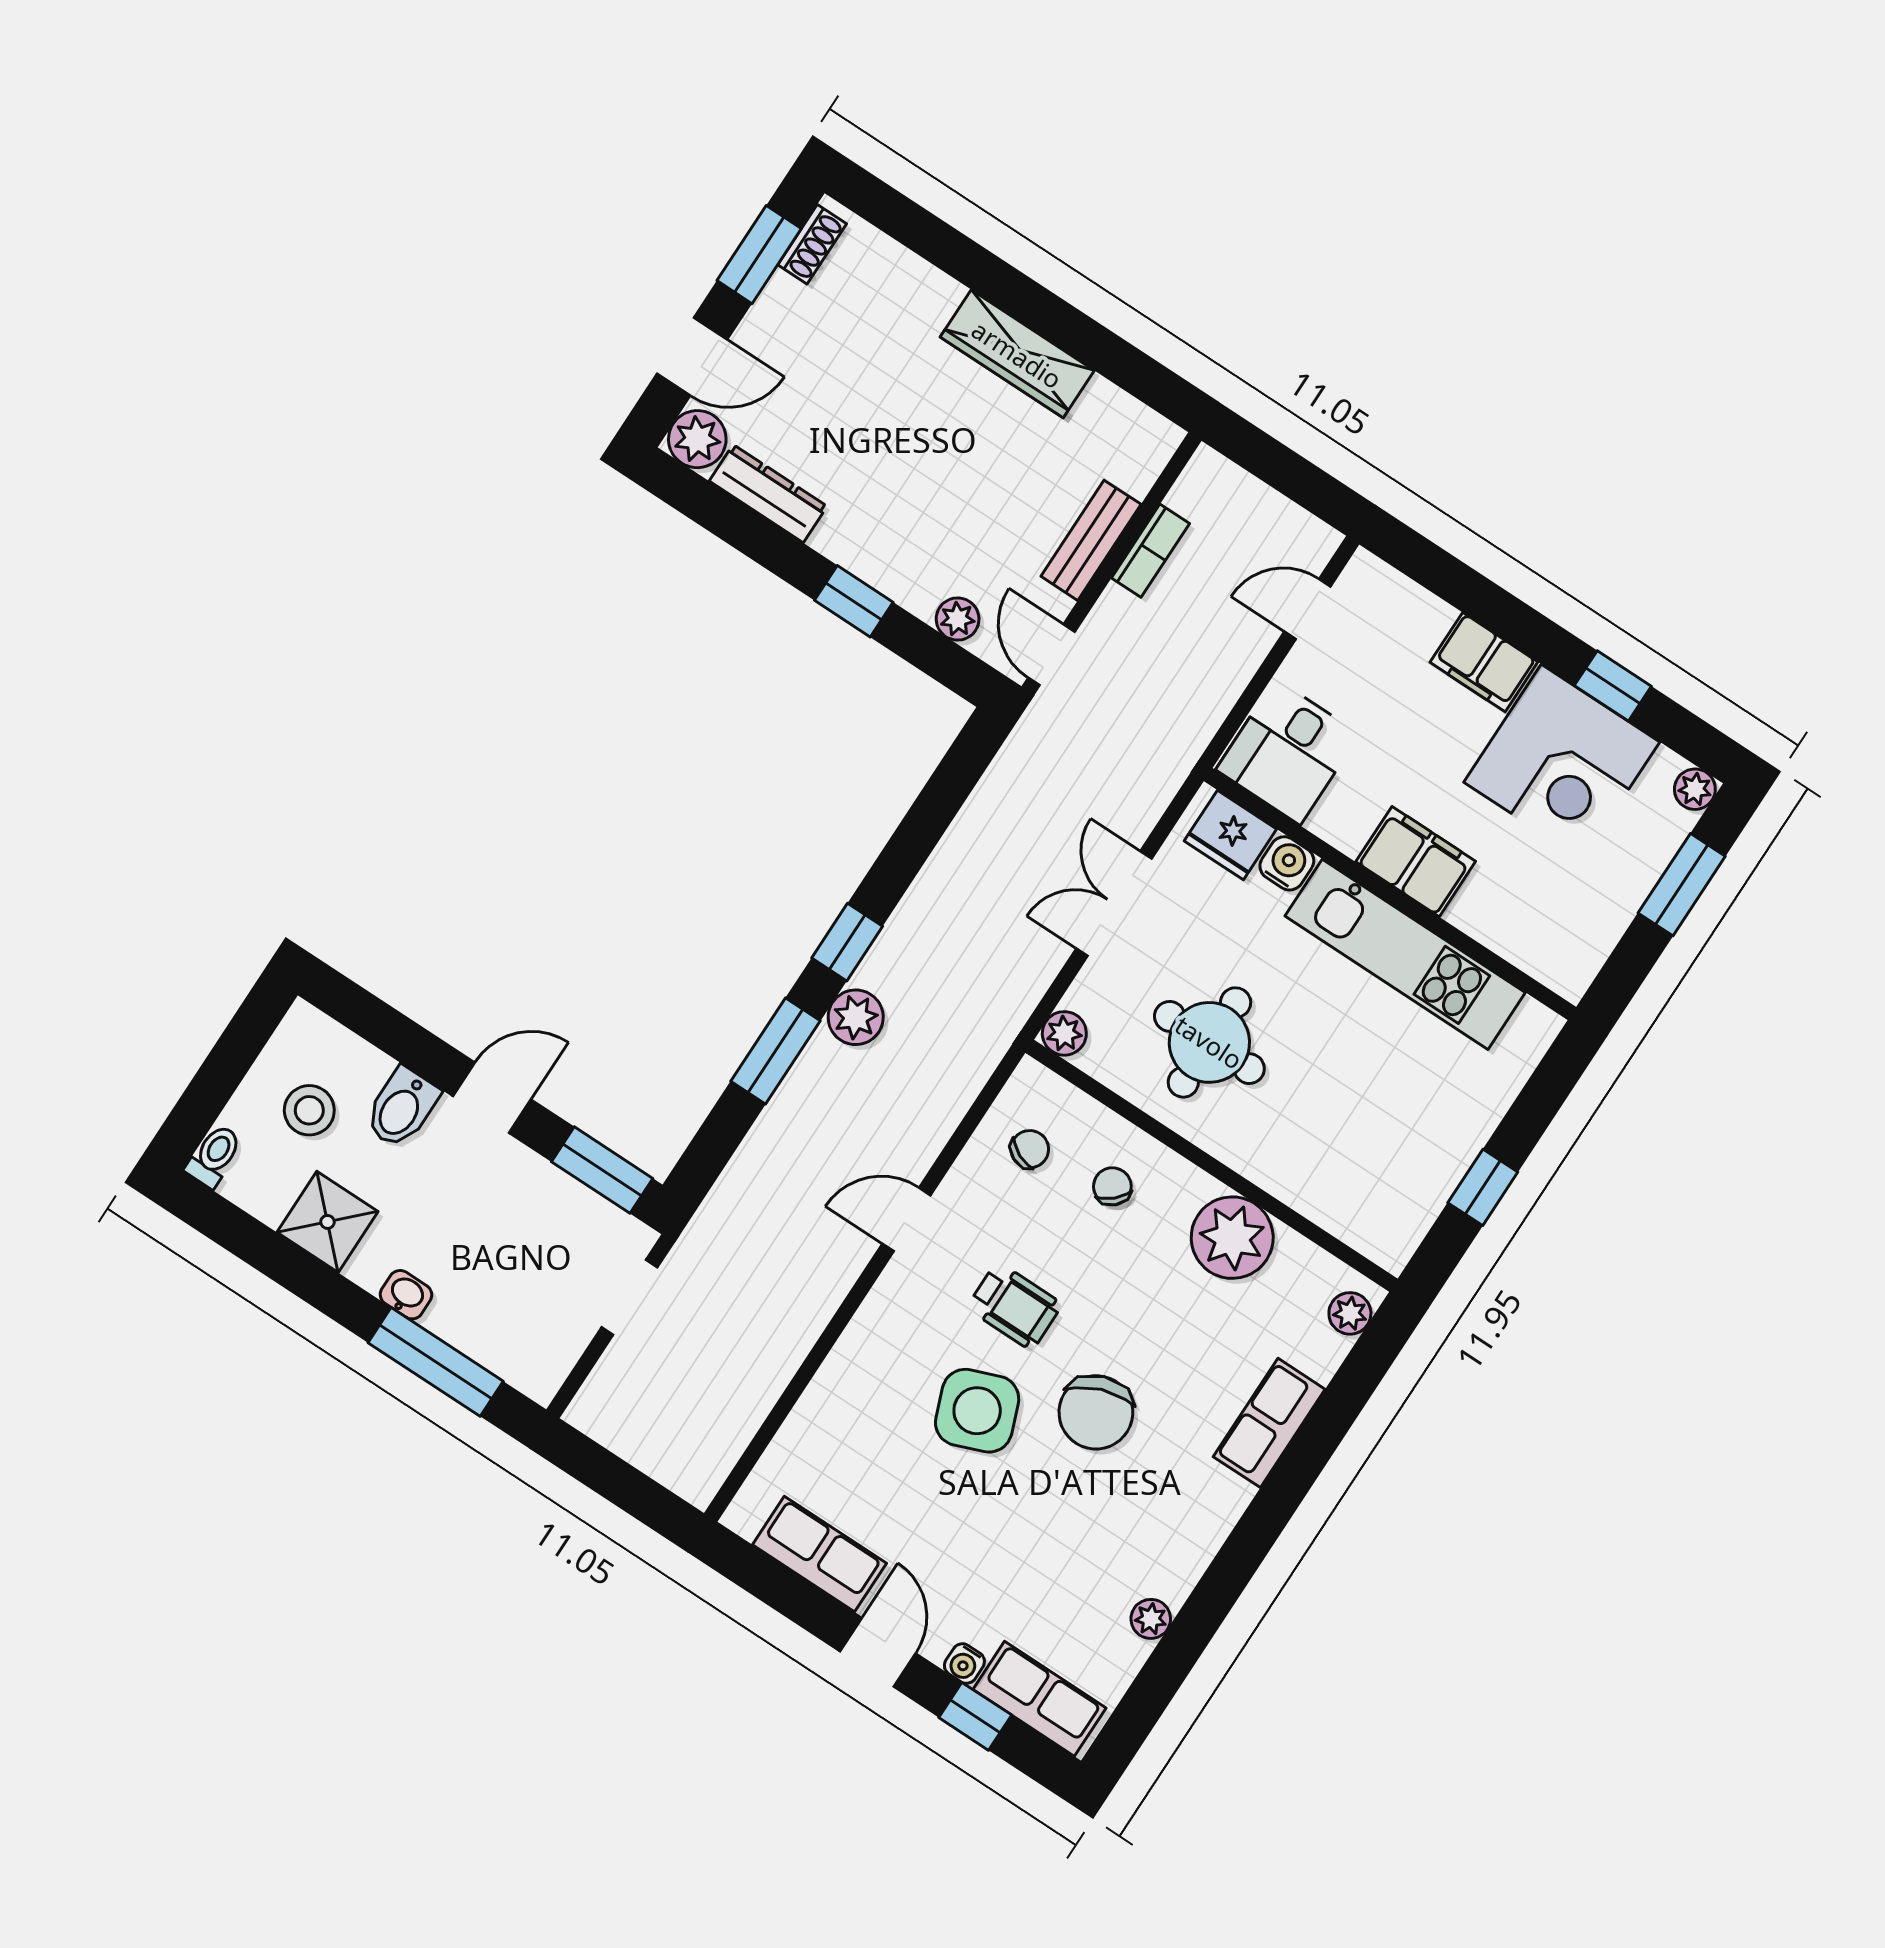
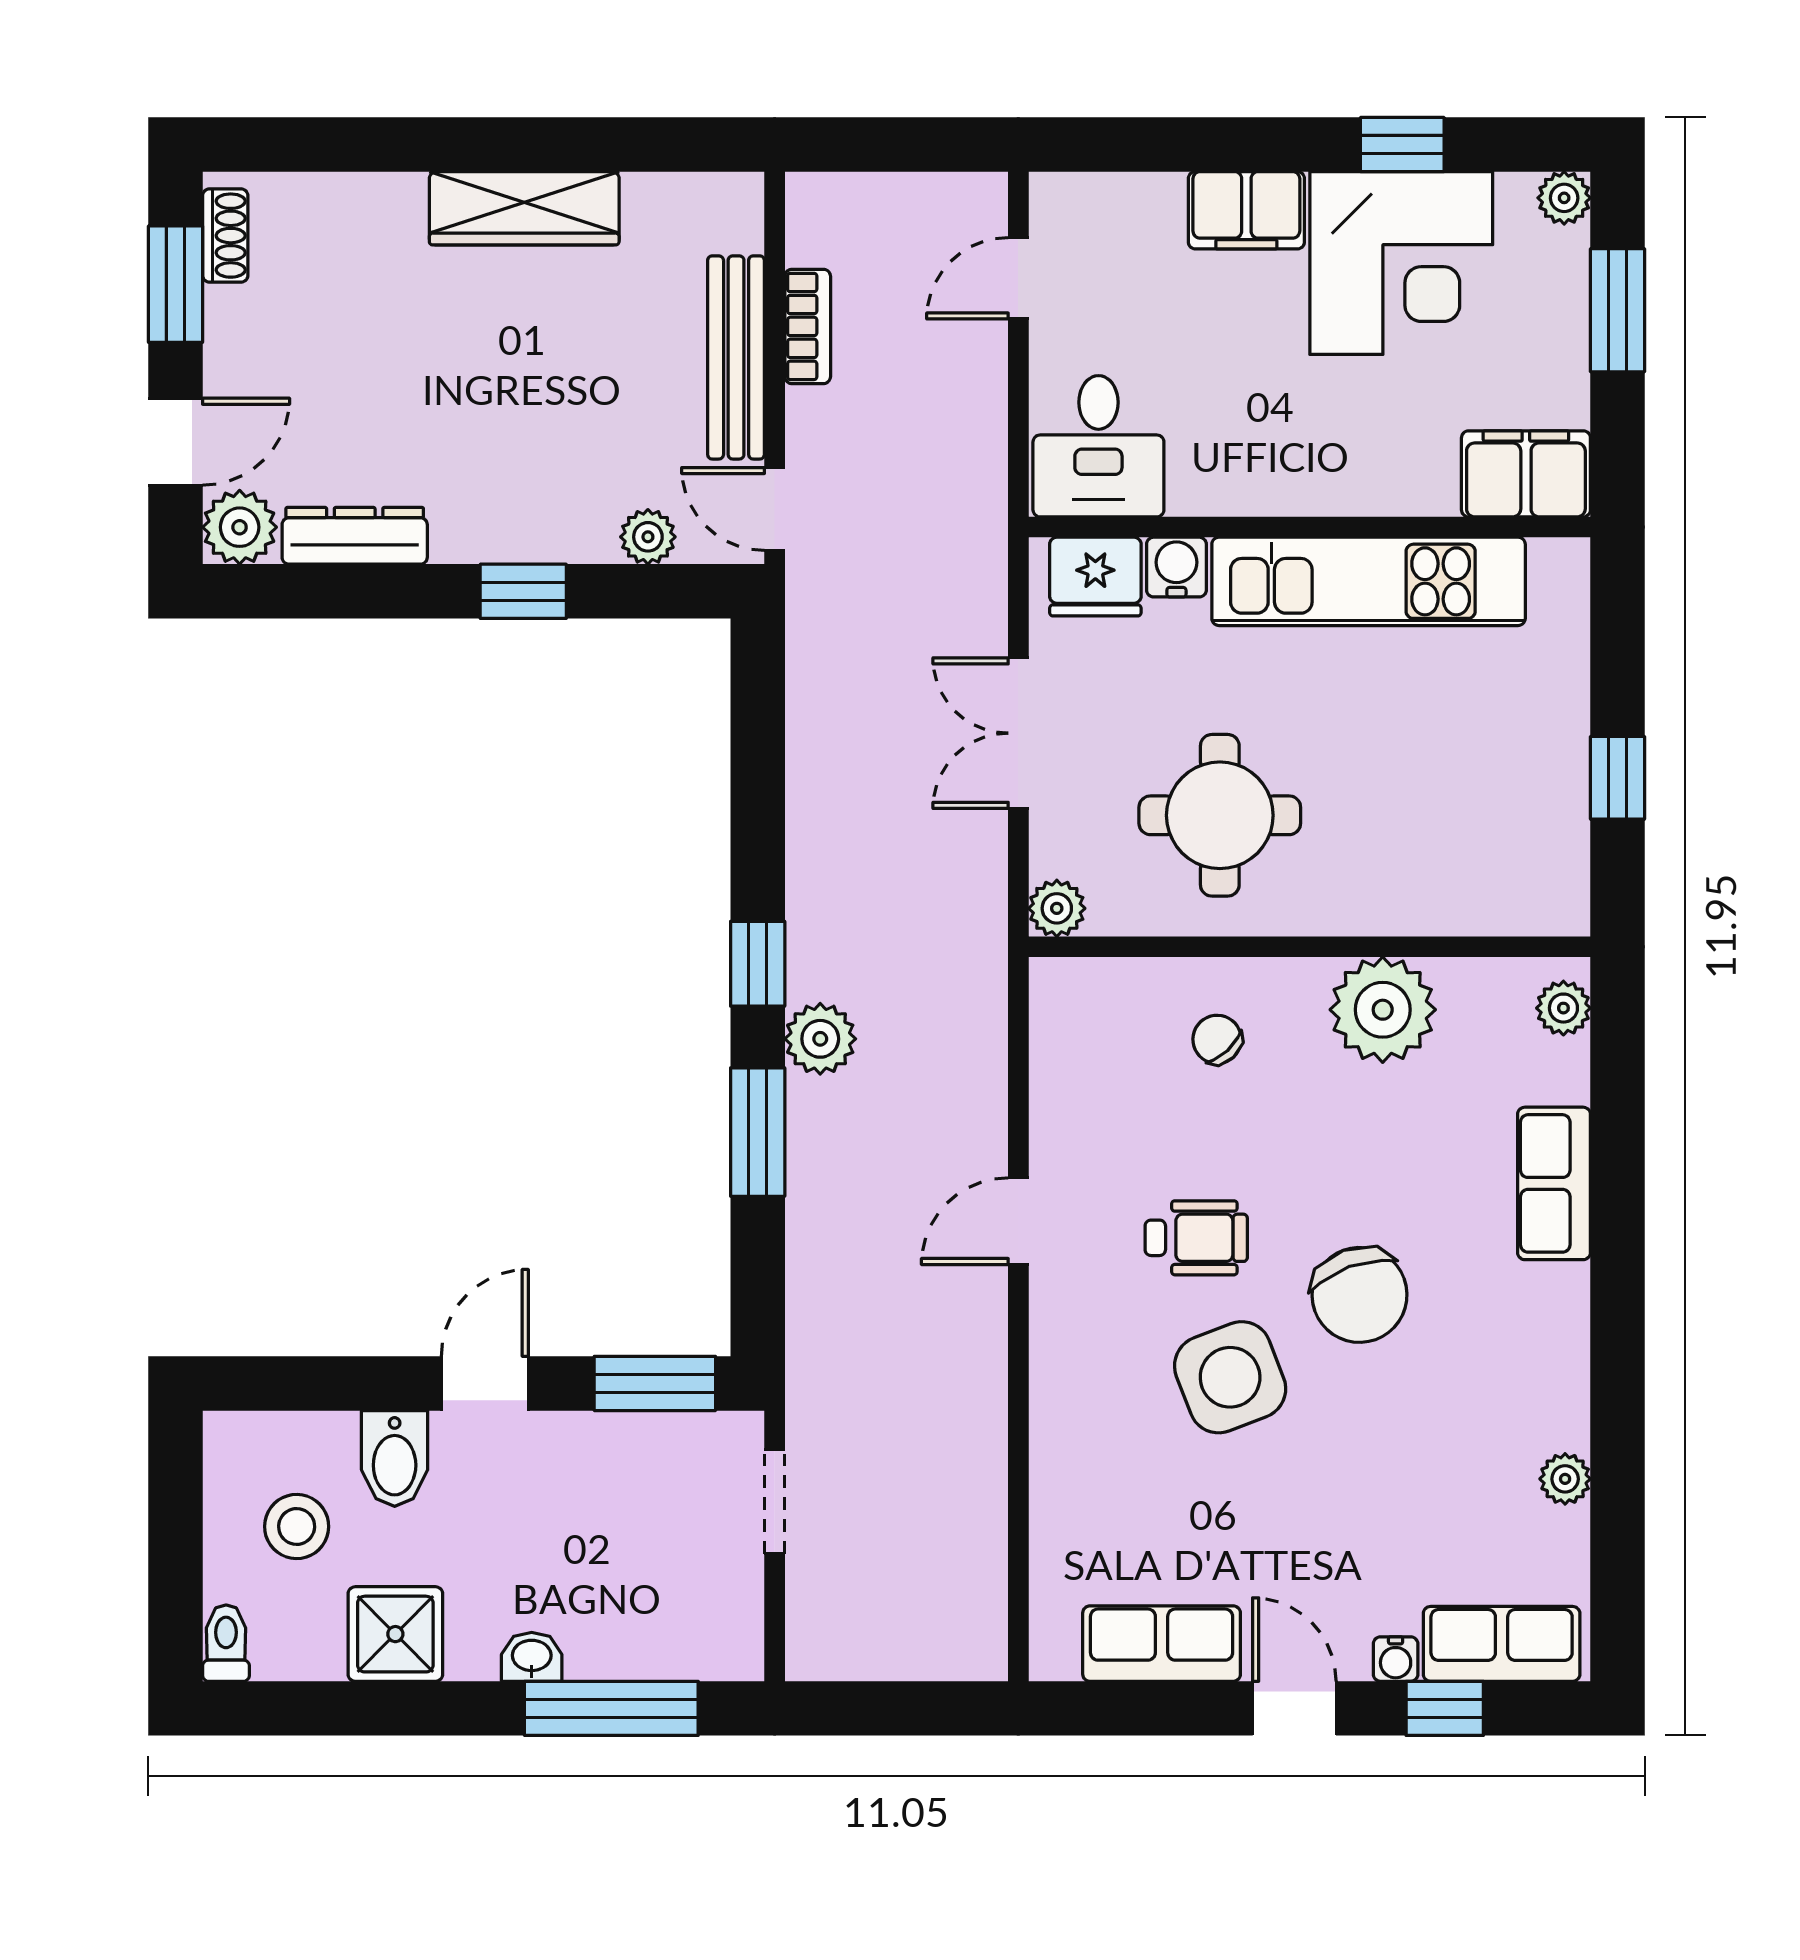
bench: (1091, 540) -> (736, 357), width x1.36
filing cabinet: (1416, 862) -> (1526, 474), moved
chair: (1030, 1149) -> (1101, 1058), removed

